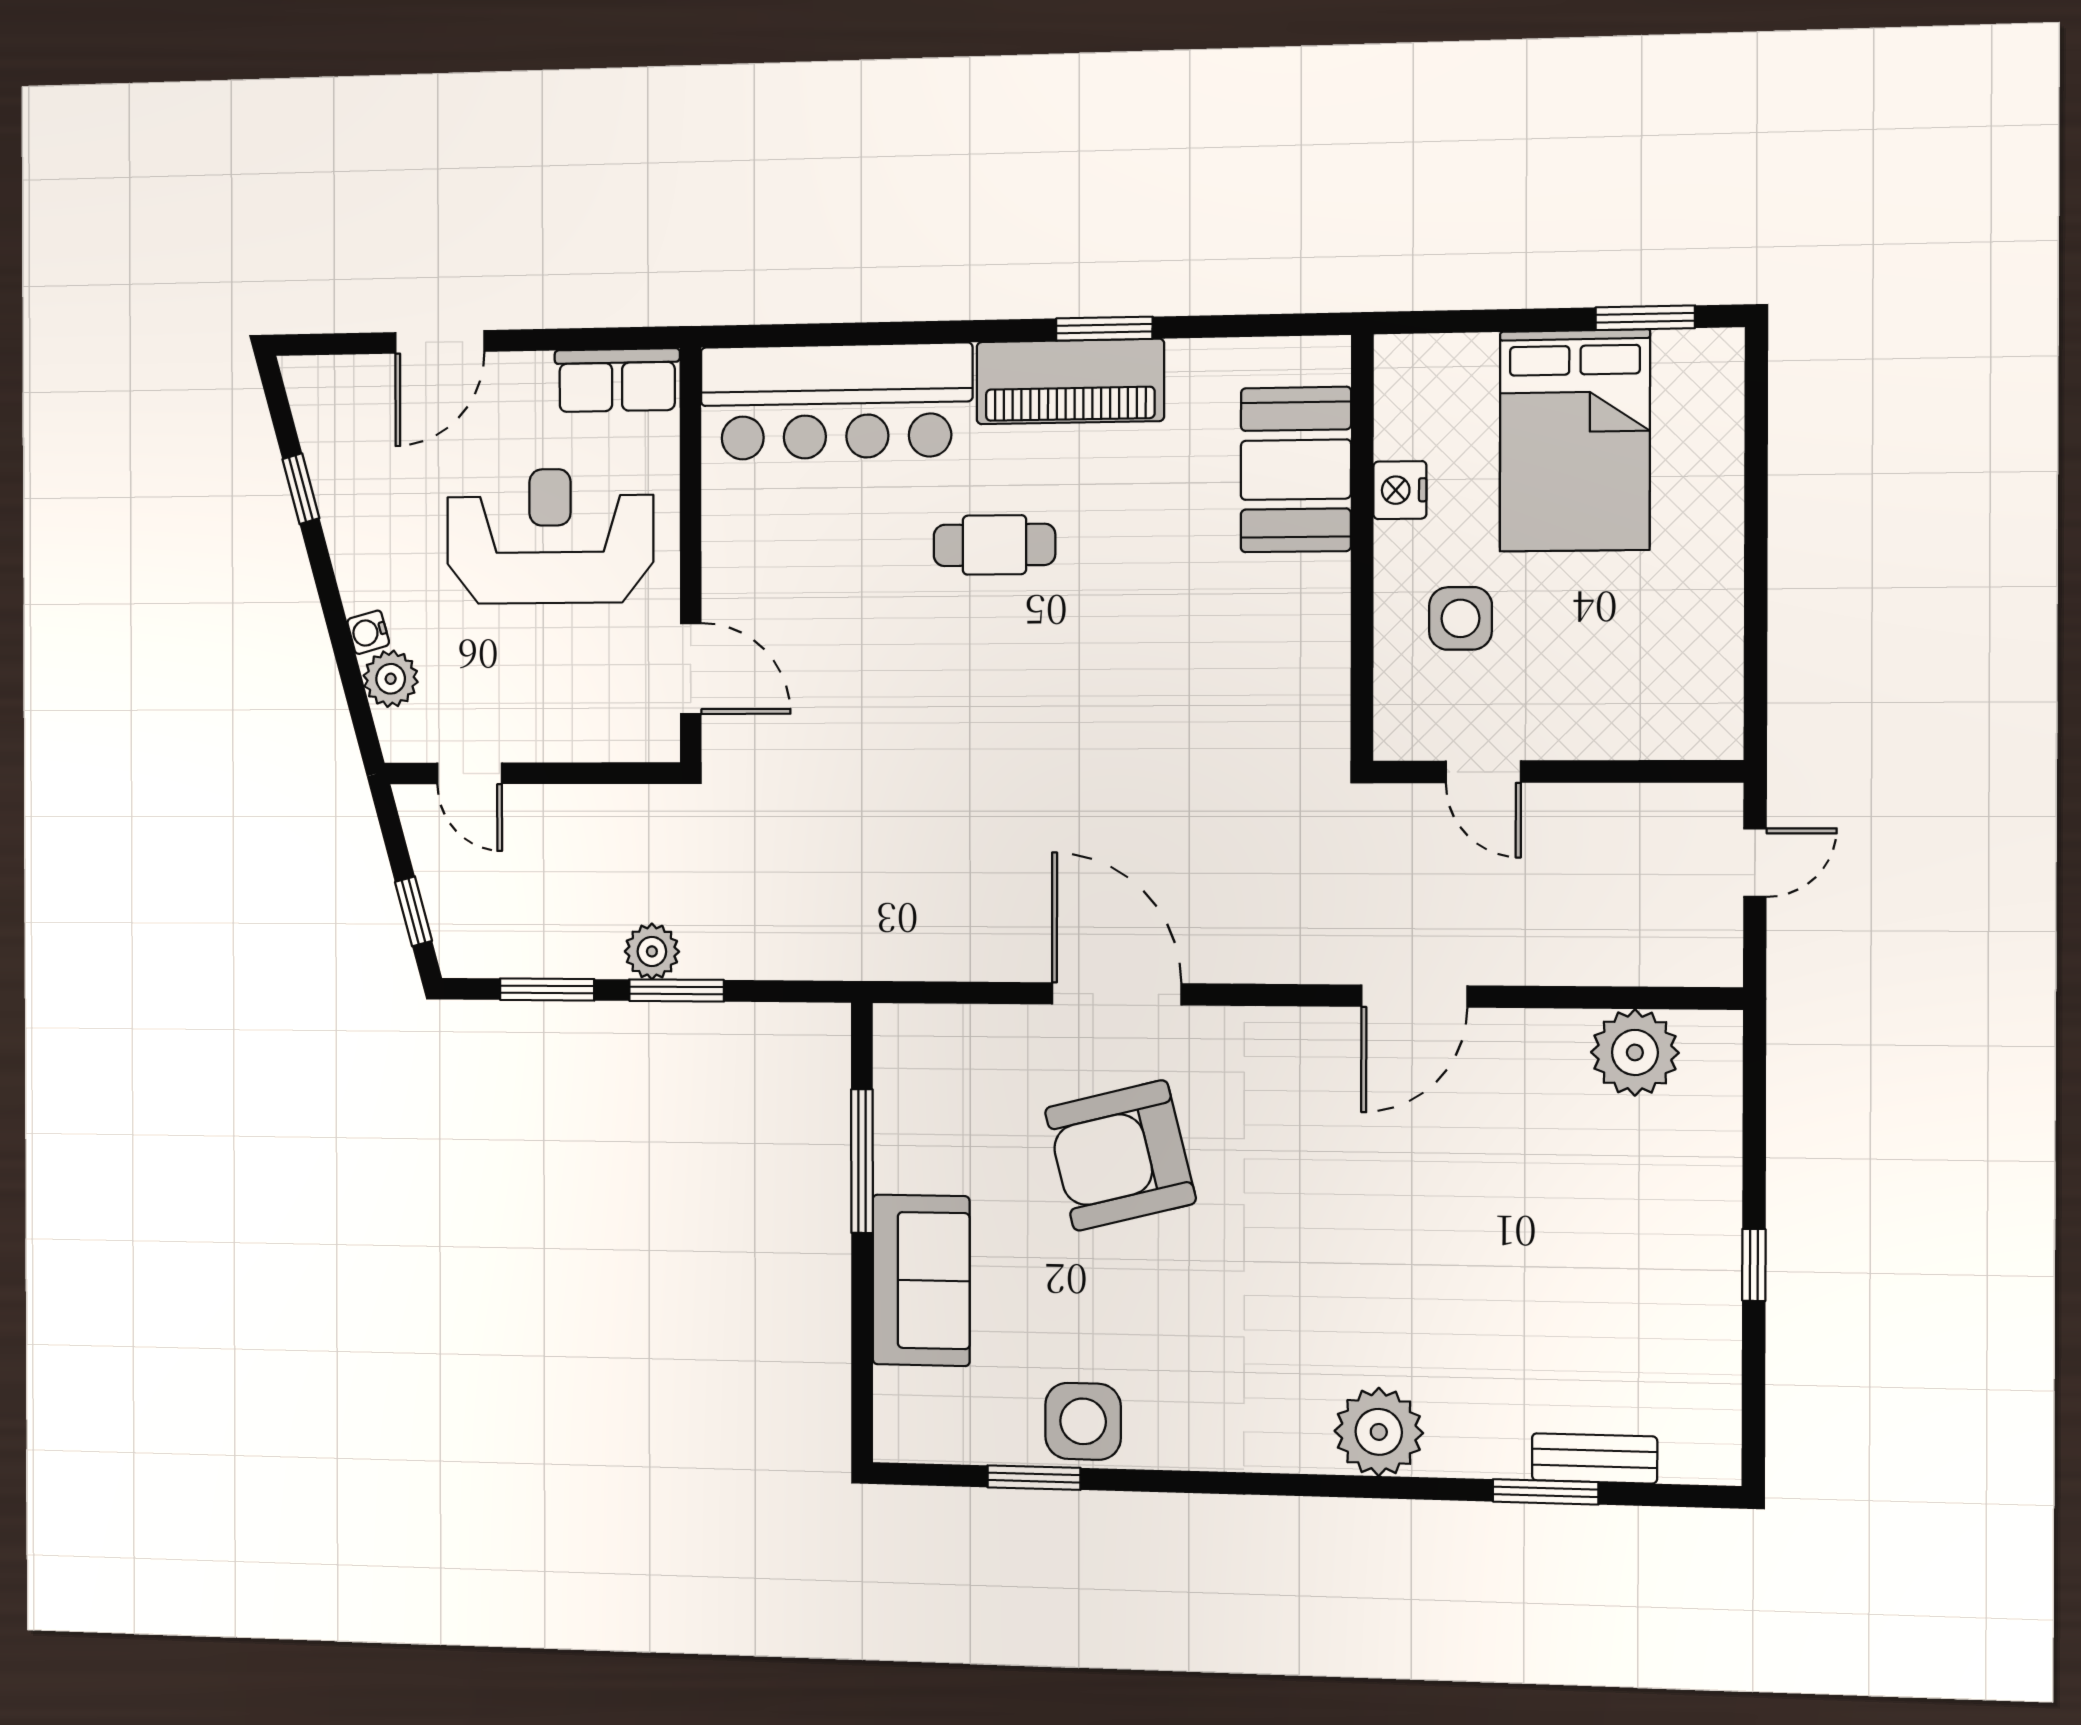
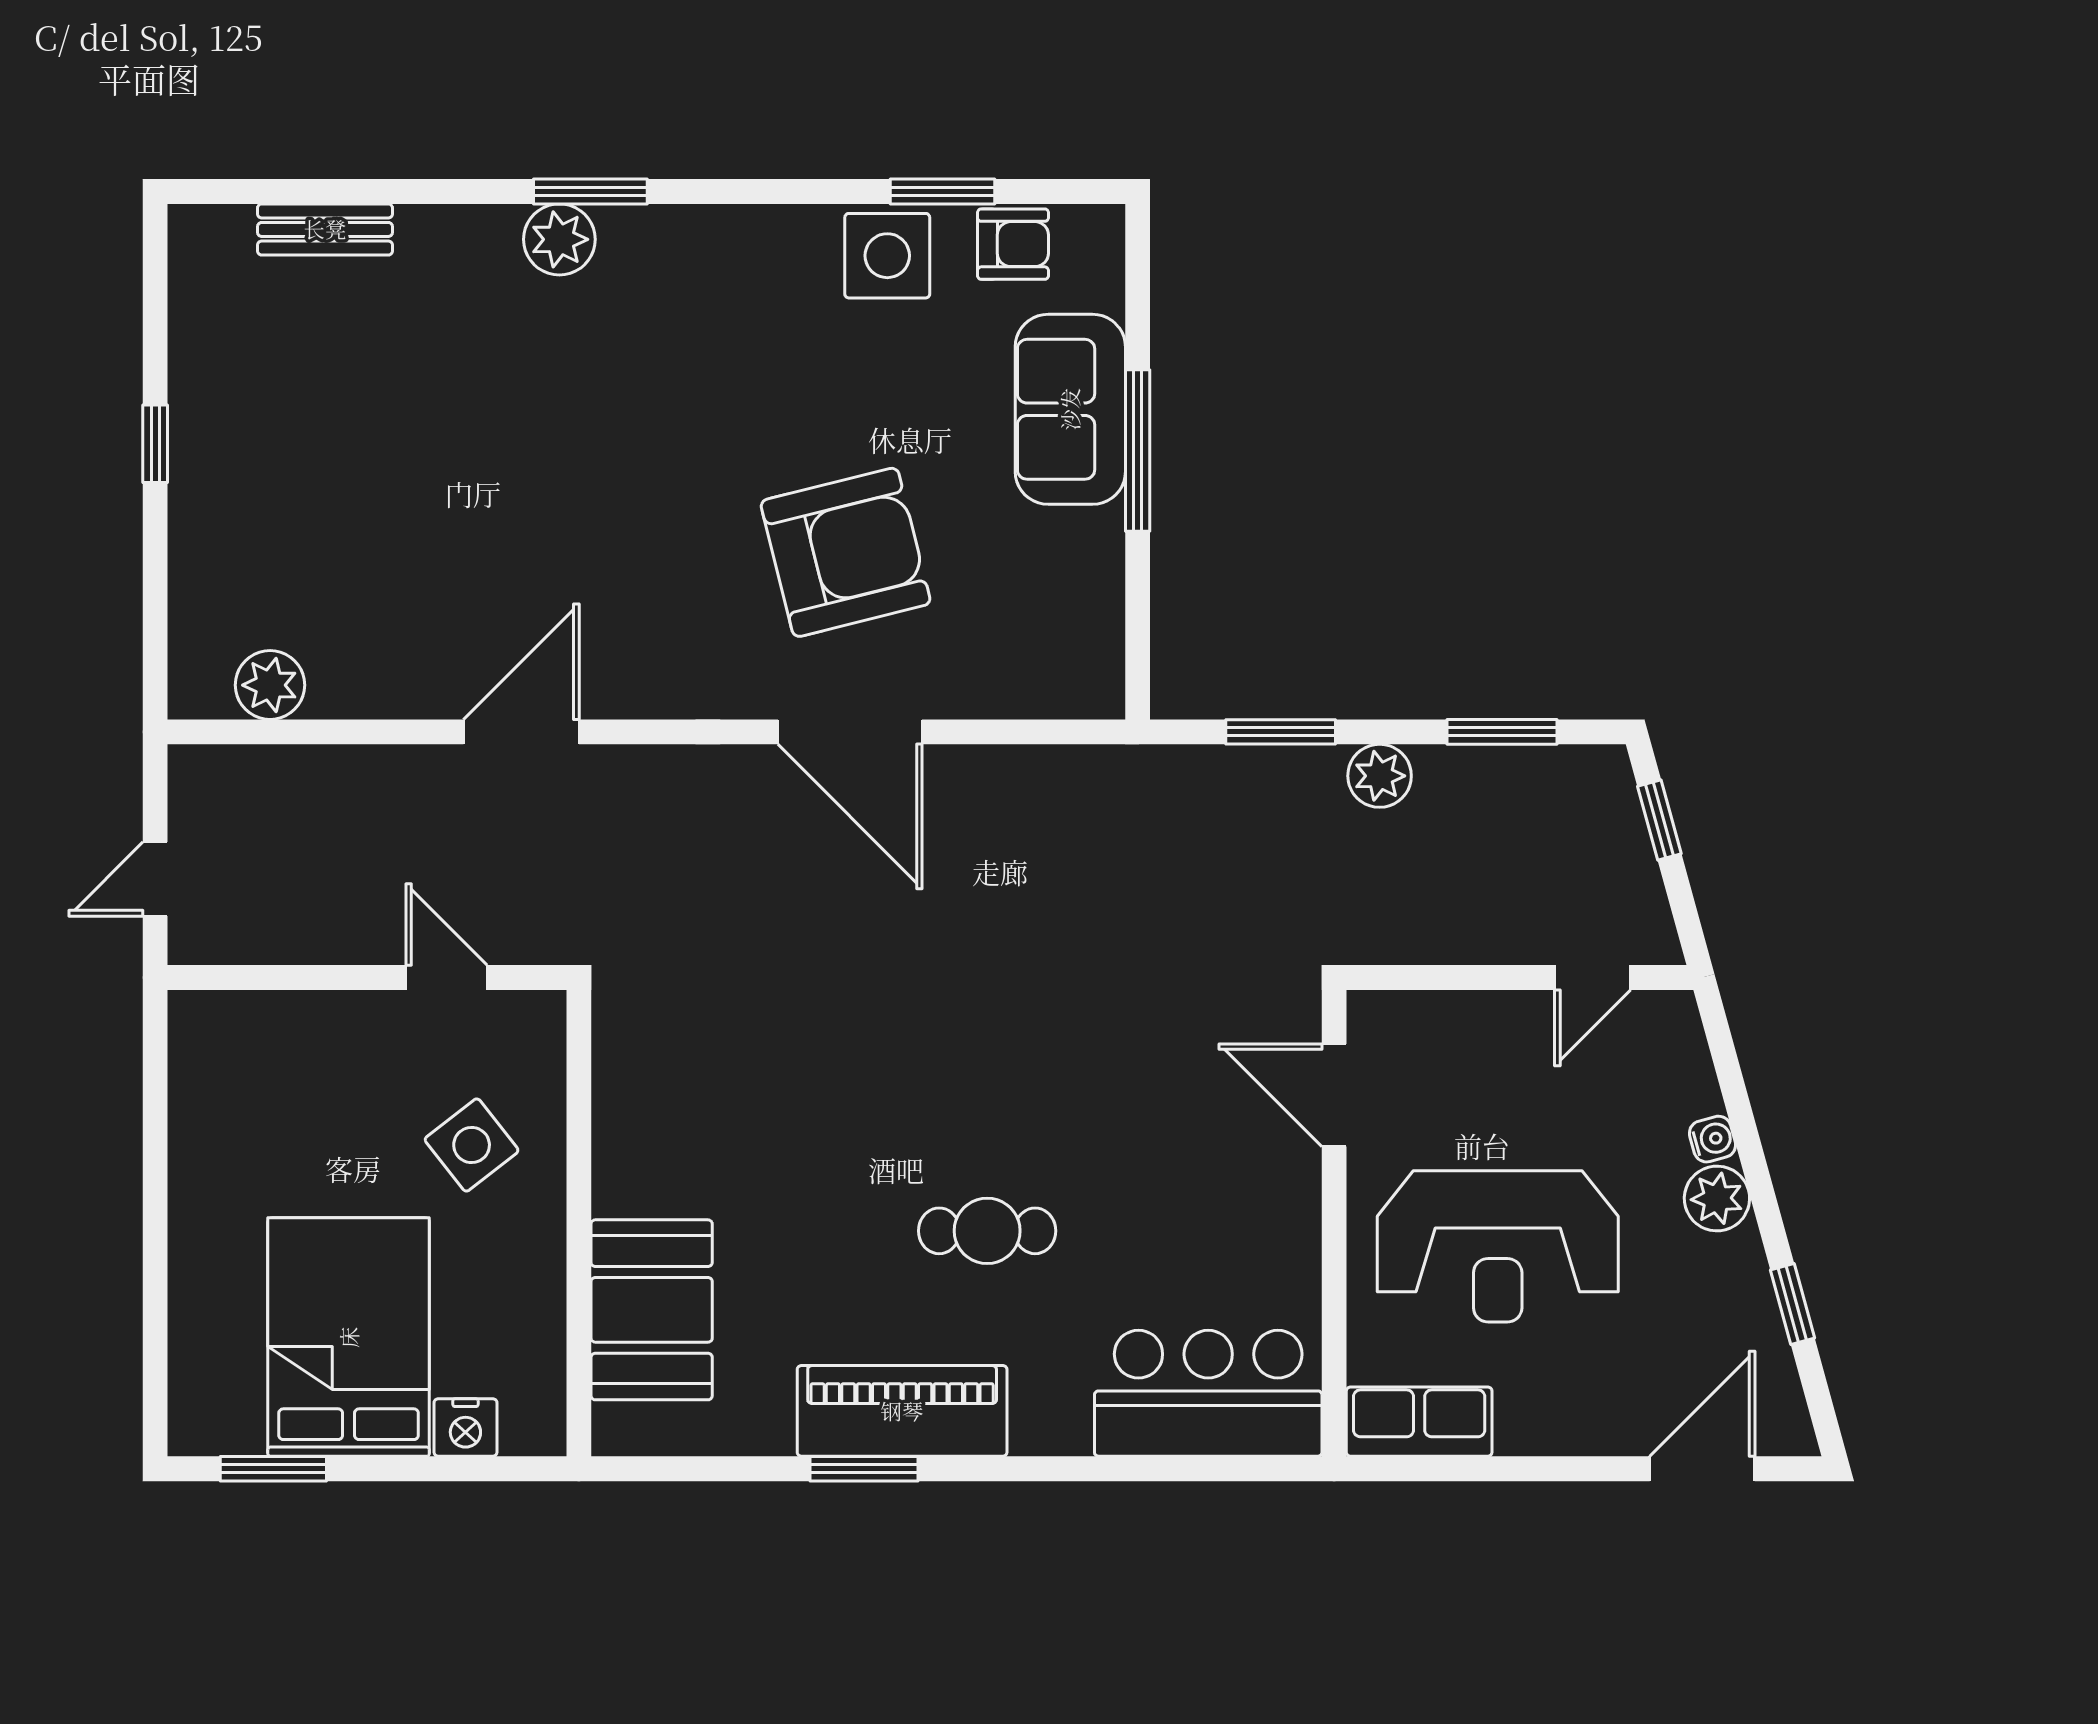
door: (440, 342) -> (1702, 1469), moved
bar counter: (836, 401) -> (1208, 1393), width x0.73
nightstand: (1400, 490) -> (465, 1428), moved, turned 90
side table: (1460, 618) -> (472, 1145), turned -38
plant: (391, 679) -> (1717, 1198), moved
door: (470, 773) -> (1593, 977), swing flipped
window: (677, 990) -> (1281, 732), moved
plant: (1635, 1052) -> (270, 685), width x0.73, depth x0.73
window: (862, 1161) -> (1138, 450), moved
armchair: (972, 1429) -> (1013, 244), added
plant: (1379, 1432) -> (559, 239), width x0.73, depth x0.73
window: (1546, 1492) -> (590, 191), moved

